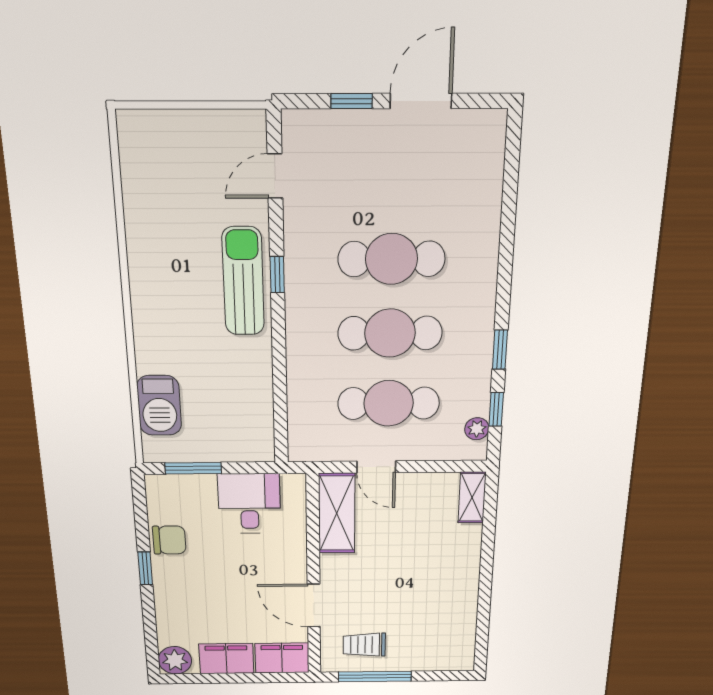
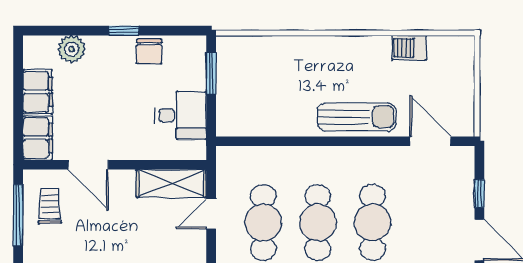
door: (275, 176) -> (430, 141), width x1.38
window: (277, 275) -> (362, 141), removed
barbecue: (159, 405) -> (409, 48), moved, width x0.73, depth x0.79
door: (314, 605) -> (88, 165), swing flipped
plant: (175, 660) -> (72, 49), moved

